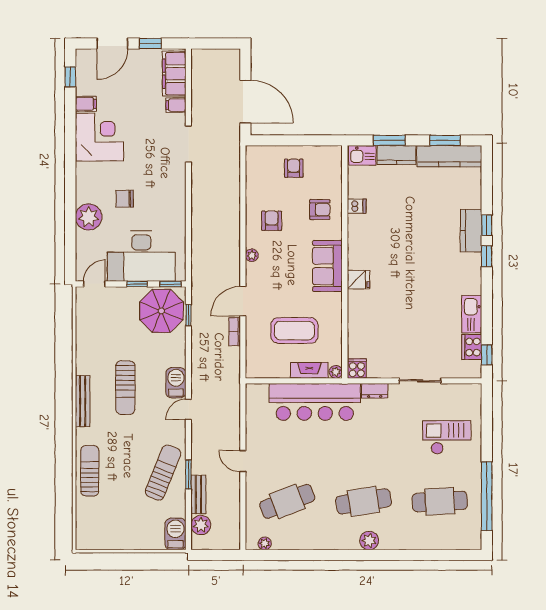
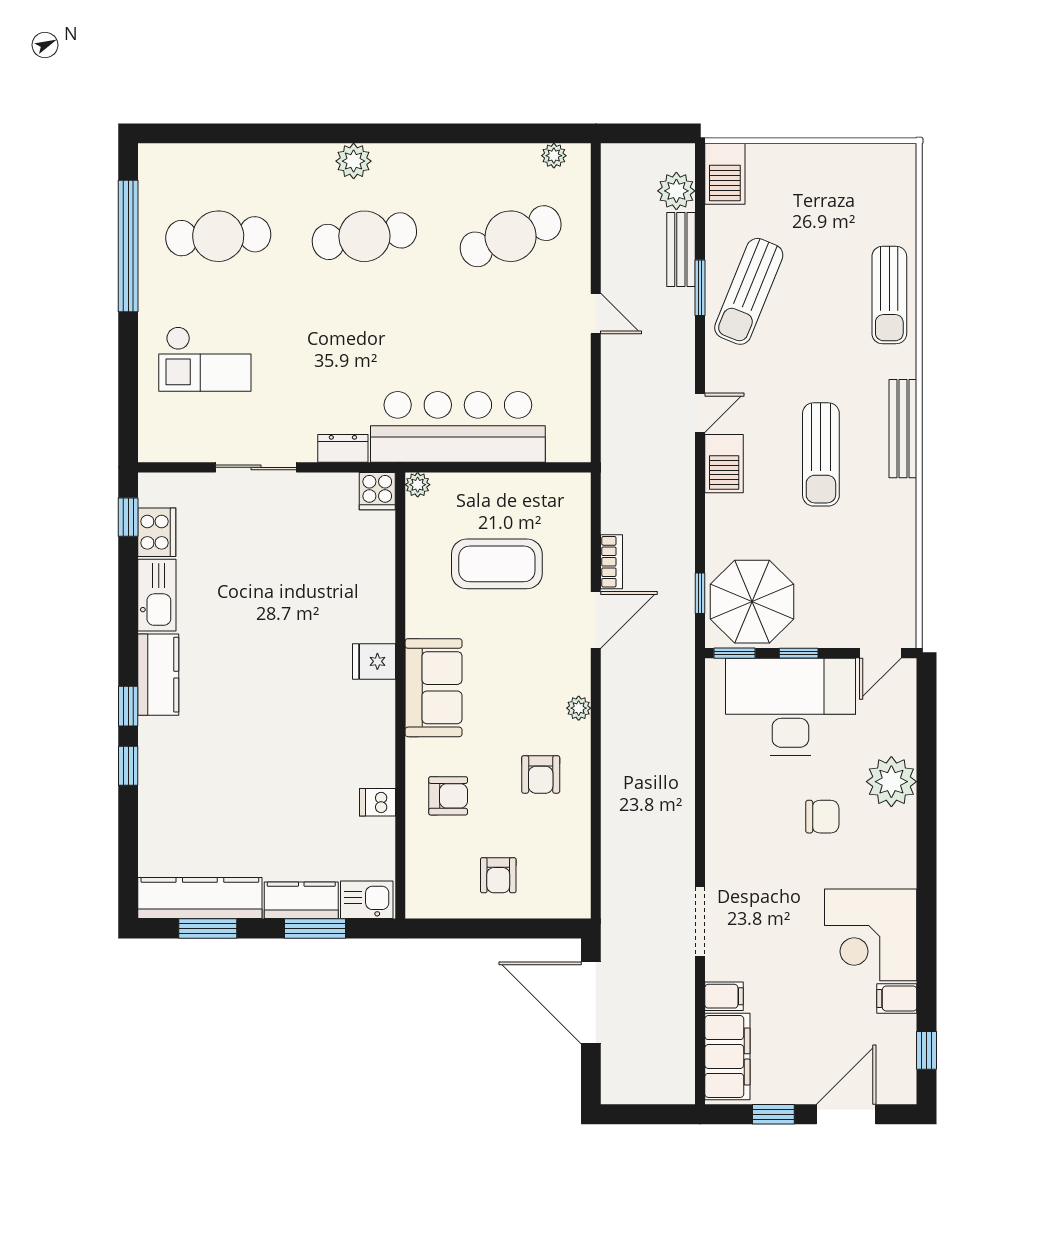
armchair: (320, 210) -> (448, 796), turned 180
kitchen counter: (471, 231) -> (158, 675), moved
fireplace: (309, 370) -> (468, 488), removed
sun lounger: (125, 388) -> (821, 454), turned 180

